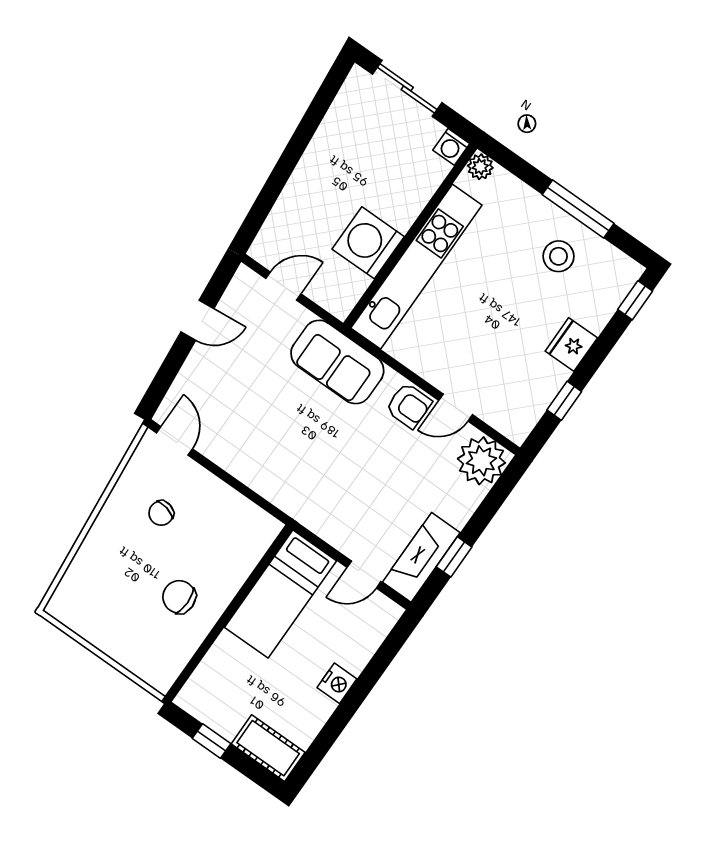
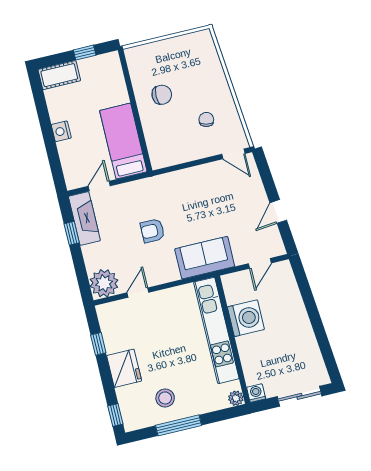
fridge: (571, 344) -> (124, 368), width x1.36, depth x1.34
armchair: (409, 406) -> (152, 231), moved

